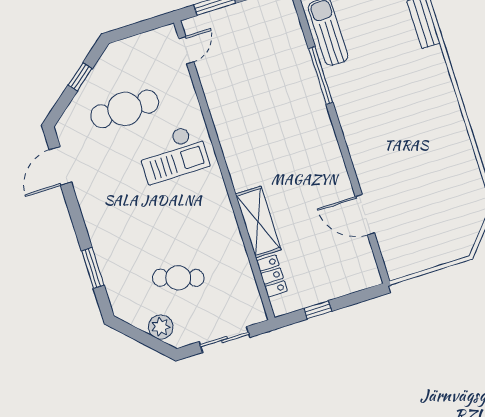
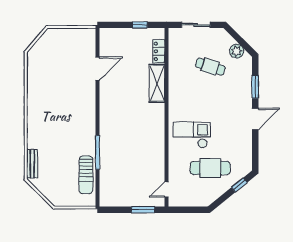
window: (80, 77) -> (239, 185), moved
door: (60, 166) -> (255, 119), moved
door: (365, 215) -> (98, 69), hinge flipped
plant: (161, 327) -> (237, 51), moved

